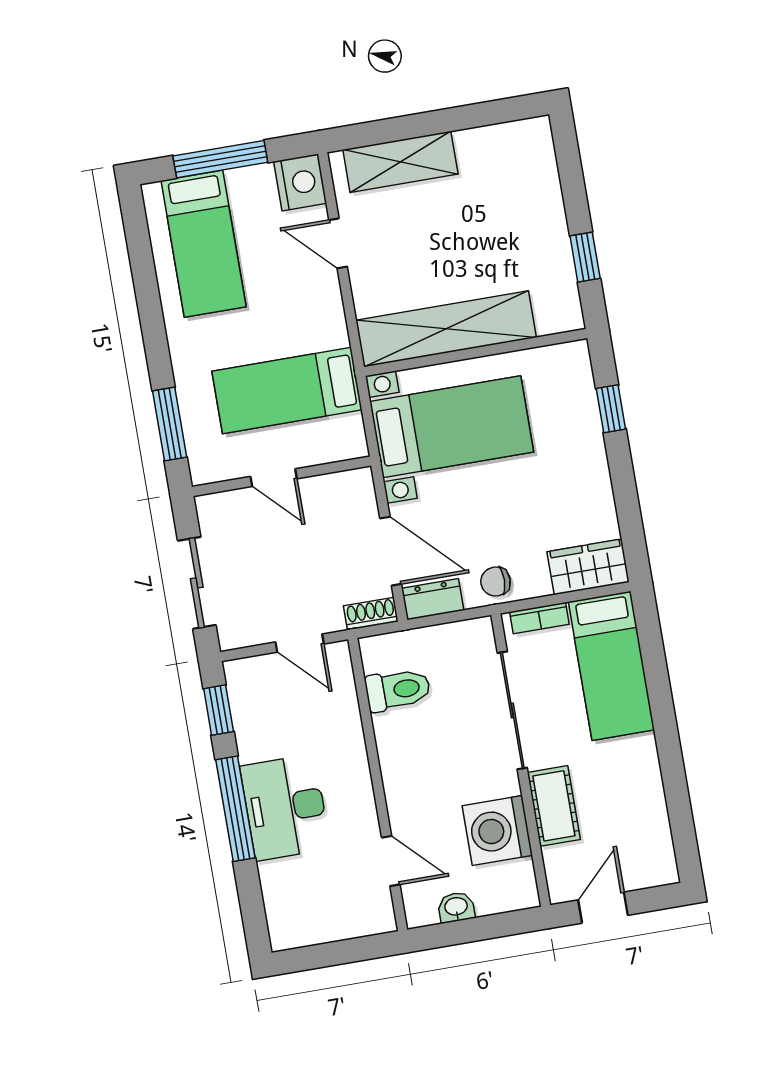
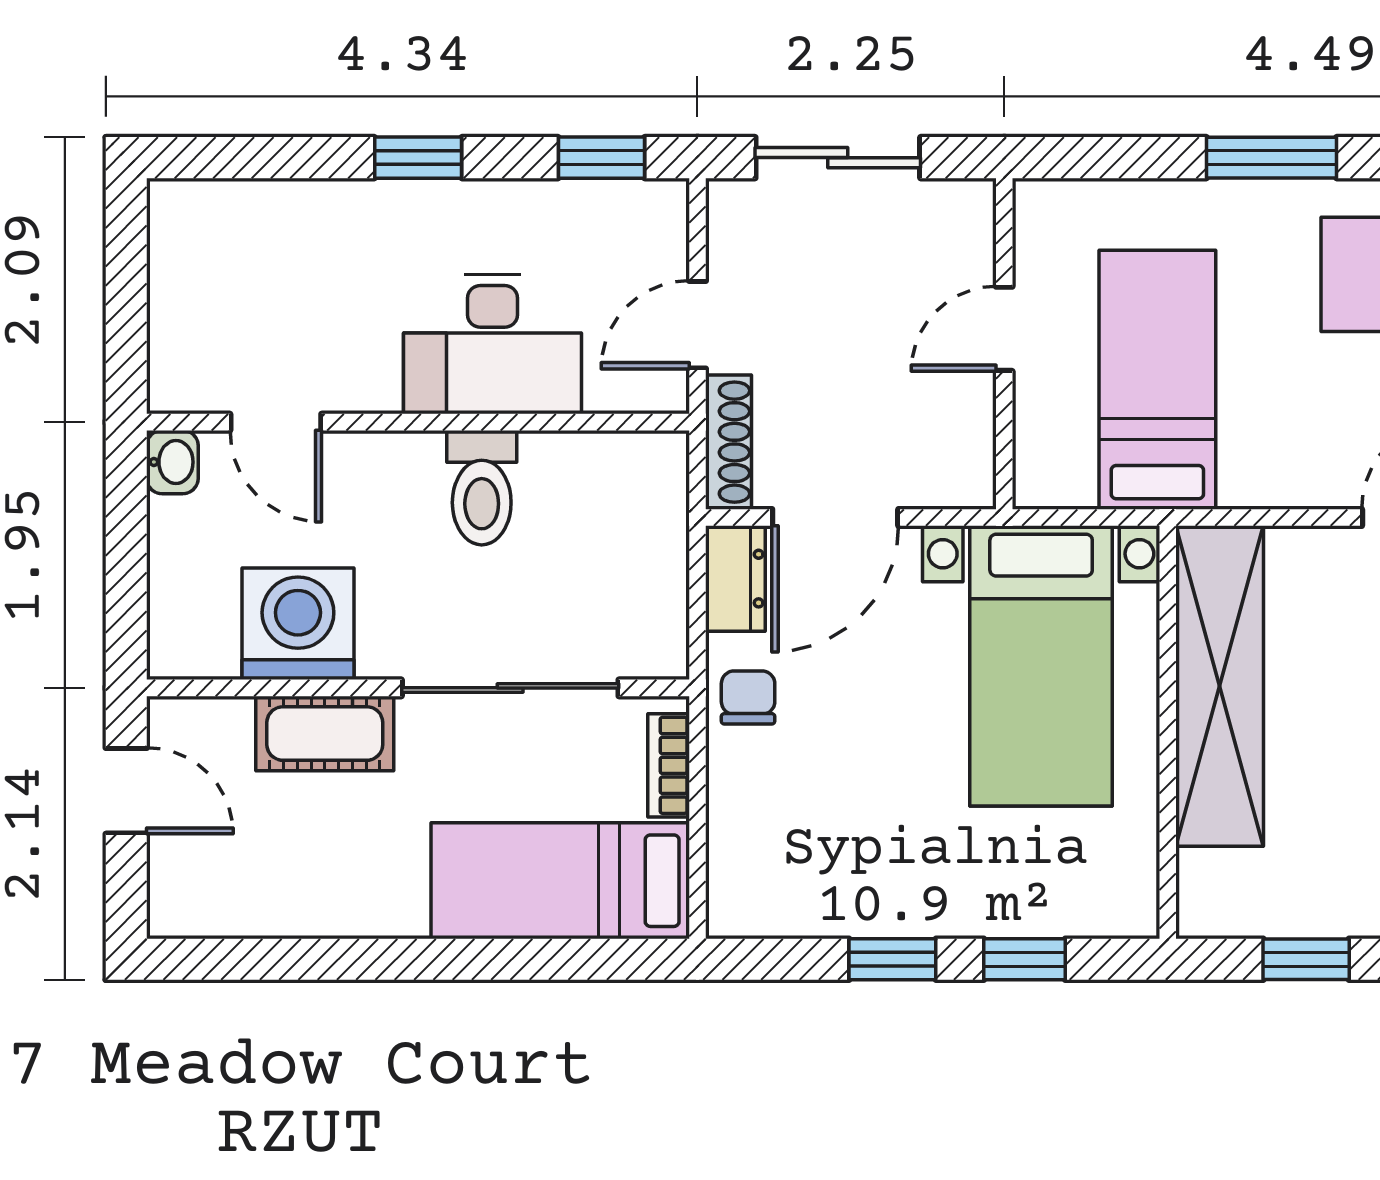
window: (170, 424) -> (1272, 158), moved
window: (623, 480) -> (892, 959), added
wardrobe: (588, 567) -> (746, 869), removed
shoe rack: (371, 614) -> (728, 442), width x1.43
toilet: (398, 690) -> (482, 488), moved
desk: (285, 807) -> (493, 344), moved, turned 180
window: (235, 809) -> (418, 158), width x0.46
door: (391, 861) -> (276, 422), hinge flipped
washbasin: (456, 907) -> (172, 462), moved

